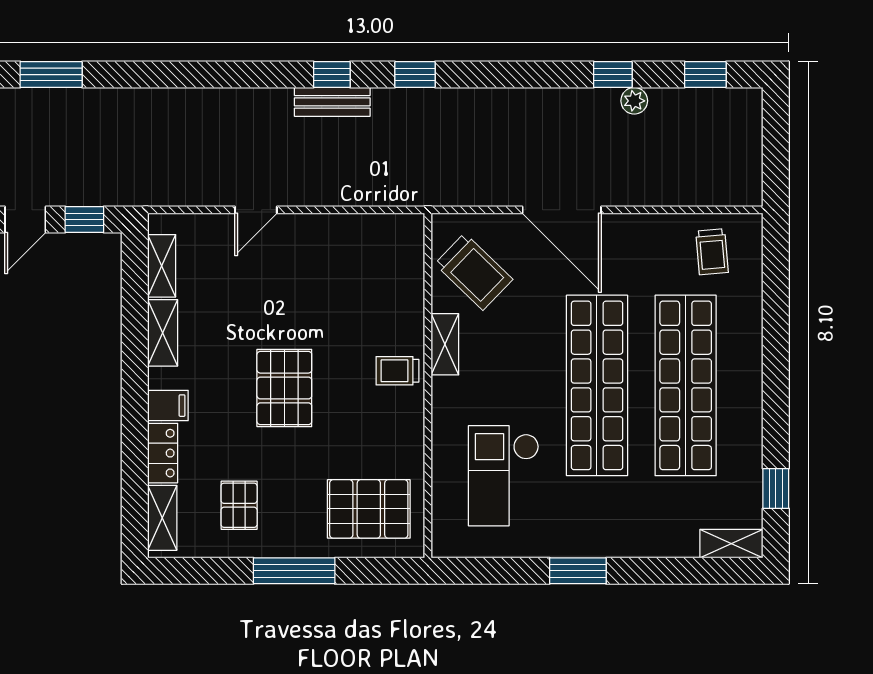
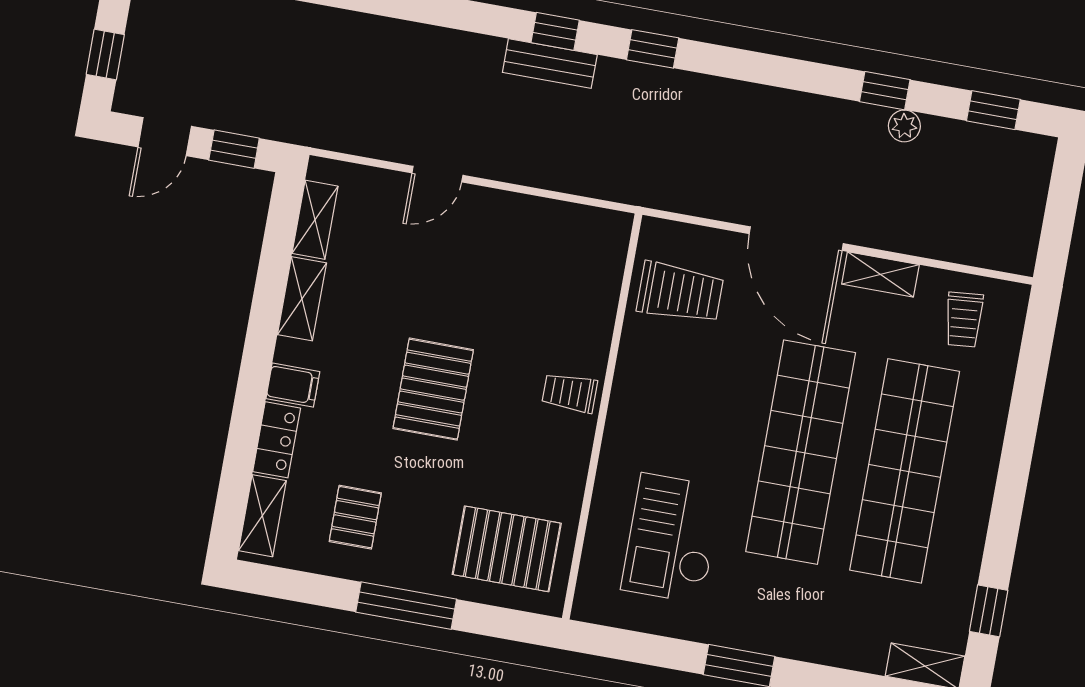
trolley: (474, 272) -> (680, 293), turned -44
shelving: (445, 344) -> (880, 274), moved, turned 90

